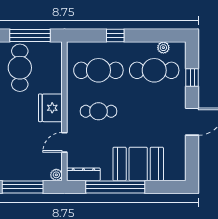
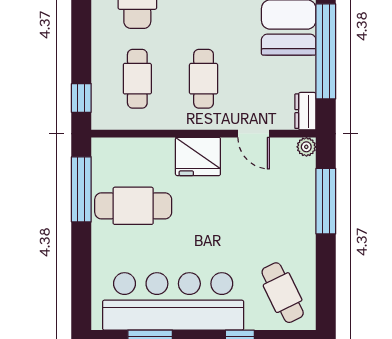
window: (115, 36) -> (81, 98), moved
cafe table: (98, 70) -> (137, 79), width x0.73, depth x0.74
dresser: (83, 174) -> (305, 111), width x0.70

